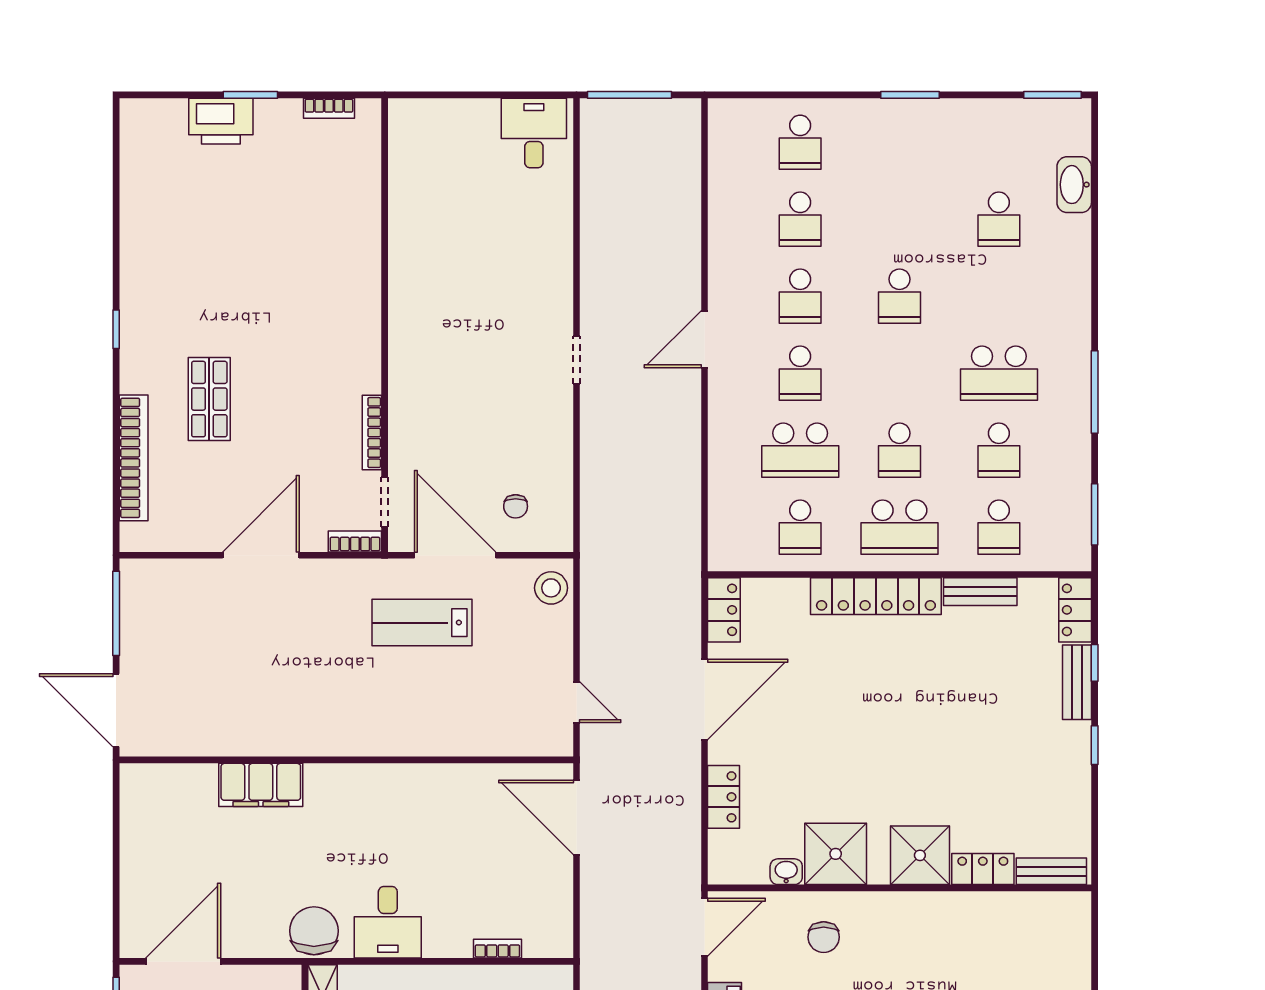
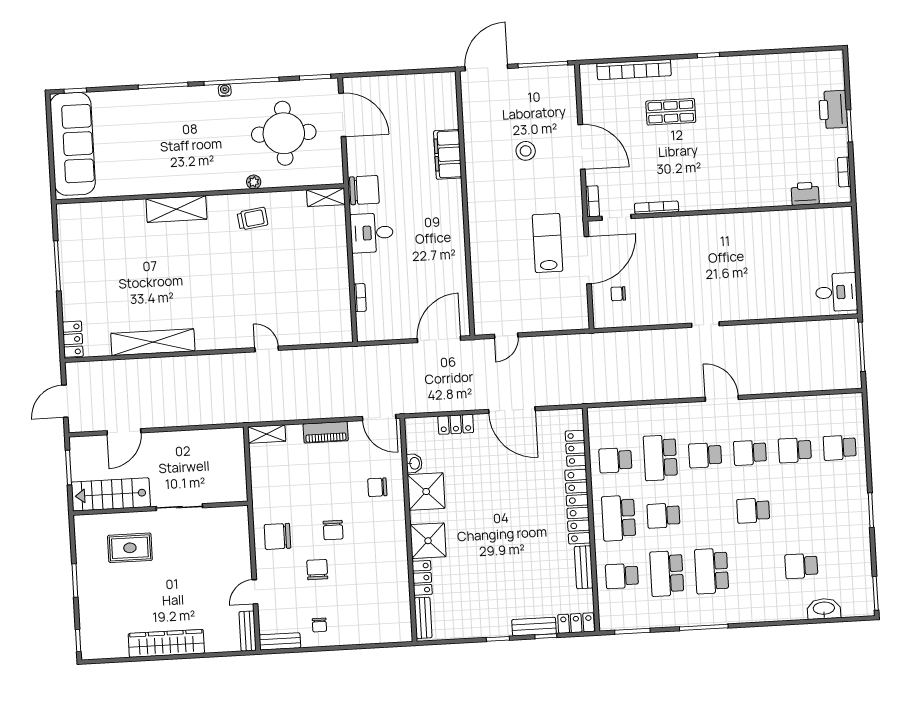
printer: (362, 177) -> (805, 194), added
school desk: (999, 450) -> (667, 574), width x1.85
stool: (551, 588) -> (526, 151), moved
locker: (724, 610) -> (576, 448), moved, turned 90

